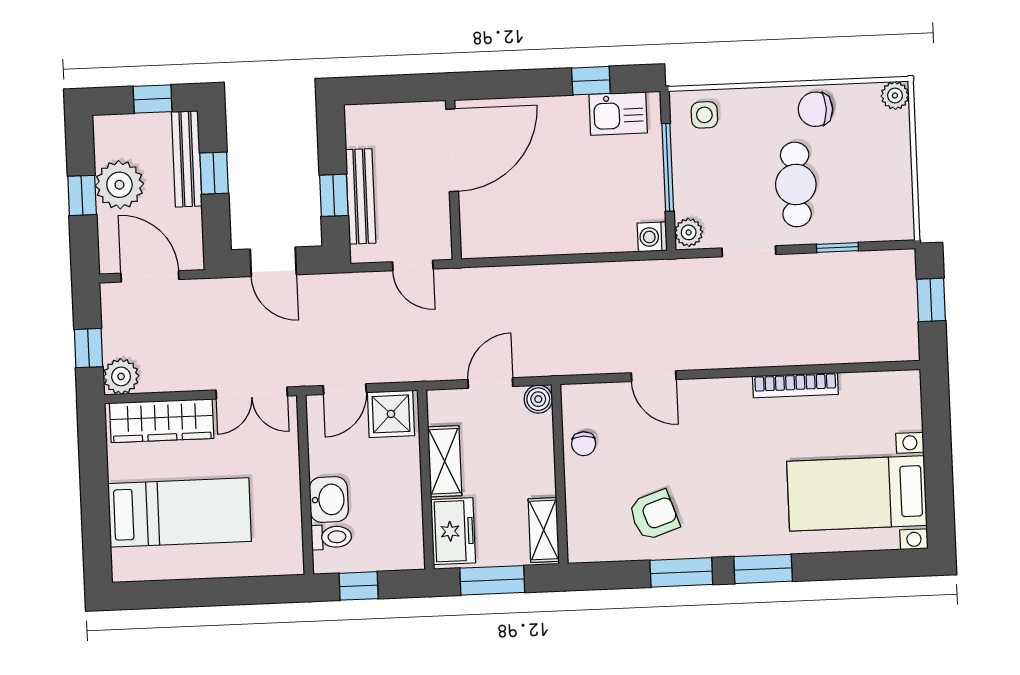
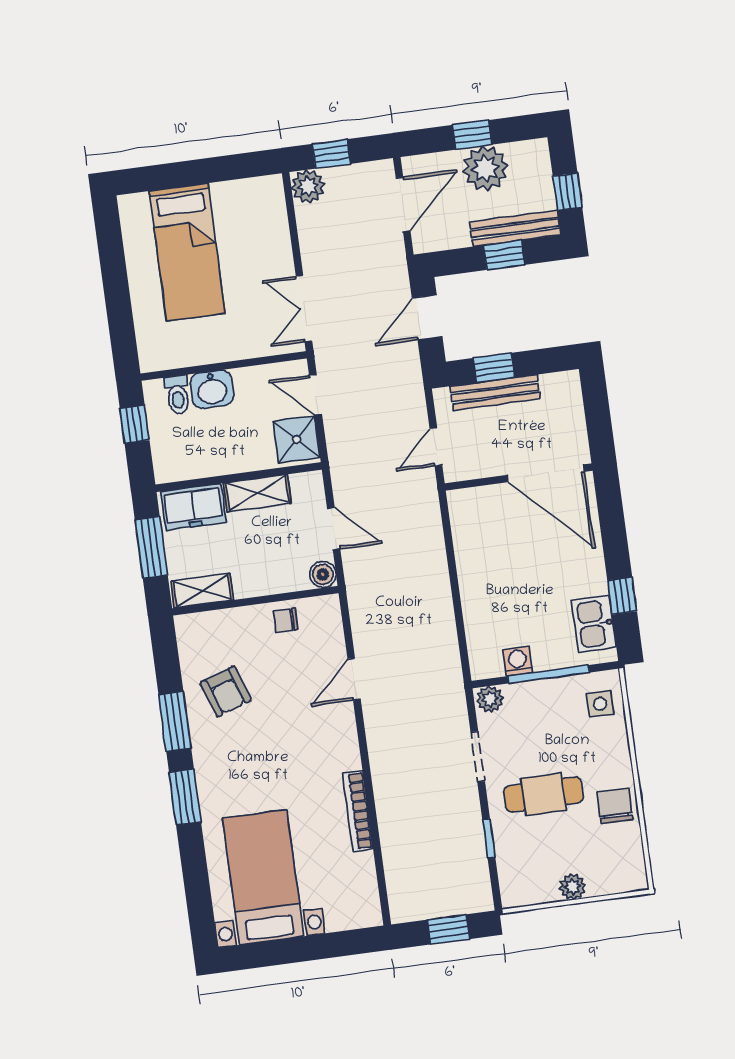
plant: (895, 95) -> (572, 887), moved
washing machine: (652, 237) -> (518, 661), moved
wardrobe: (162, 421) -> (271, 228), removed

